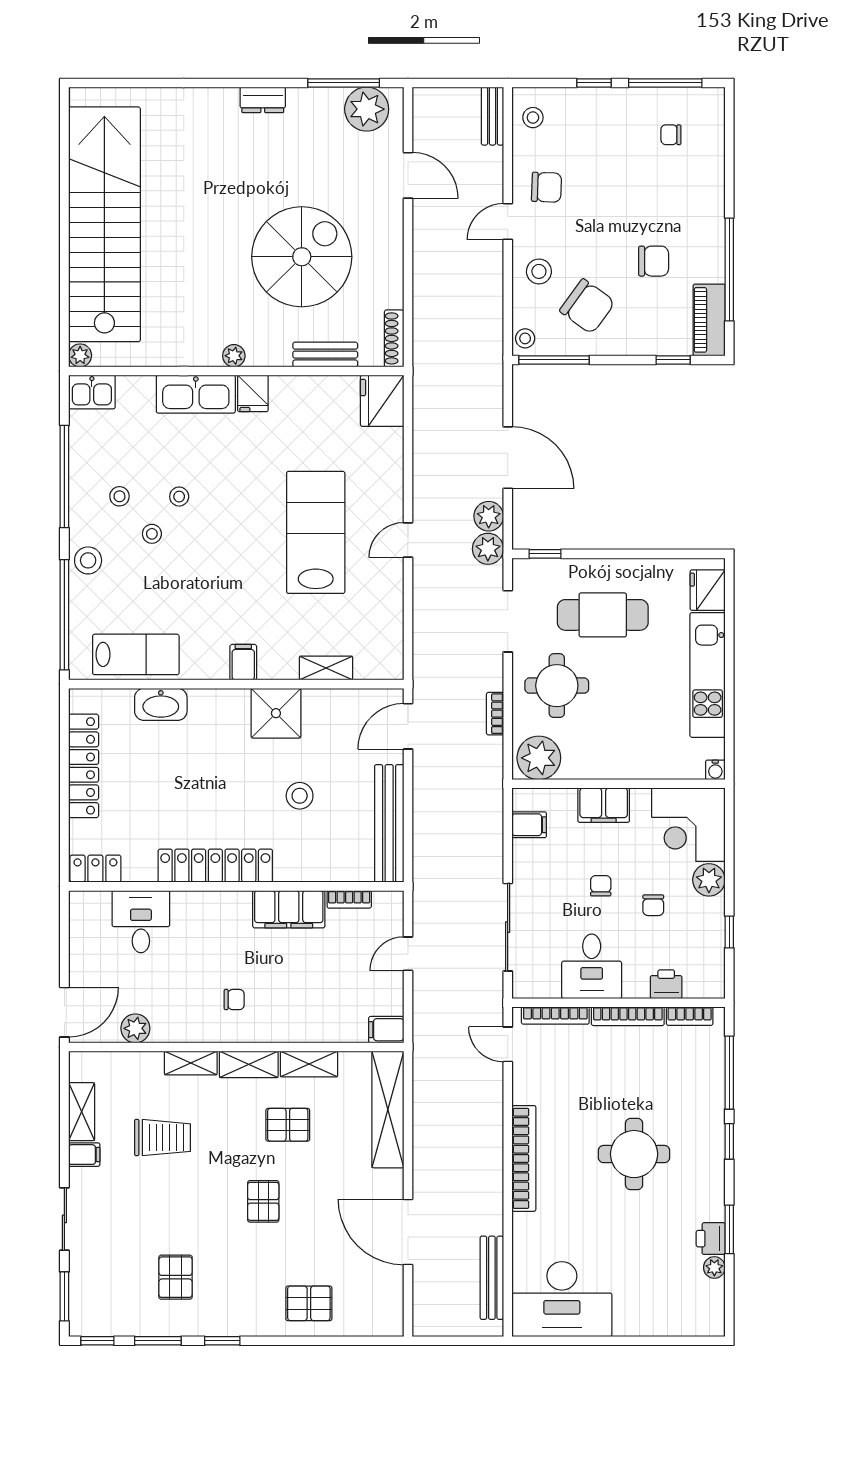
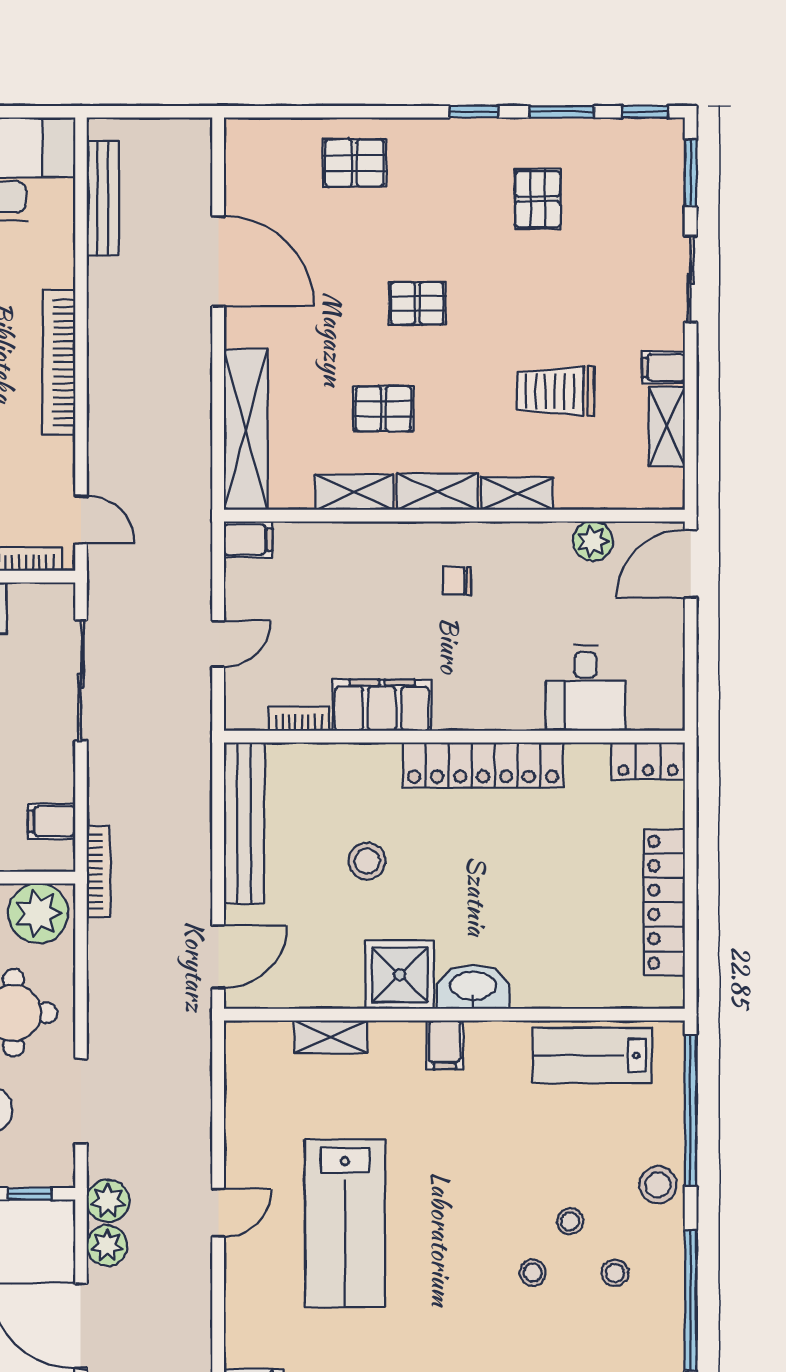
washbasin: (161, 704) -> (473, 987), moved
bookcase: (495, 714) -> (98, 871), moved, width x1.56
pallet: (263, 1201) -> (417, 303), turned 90

